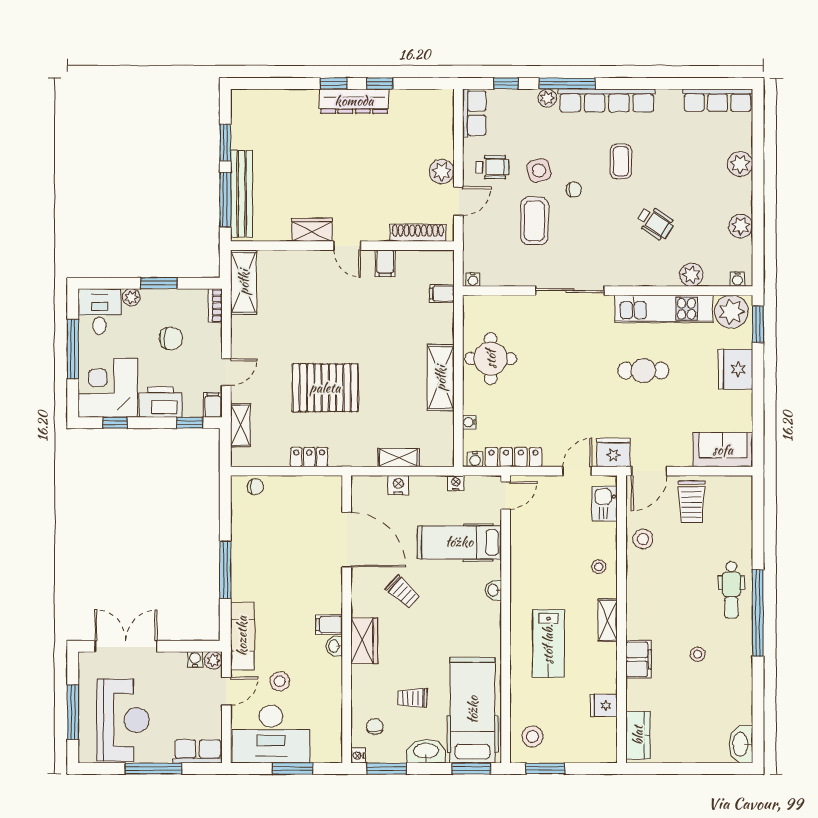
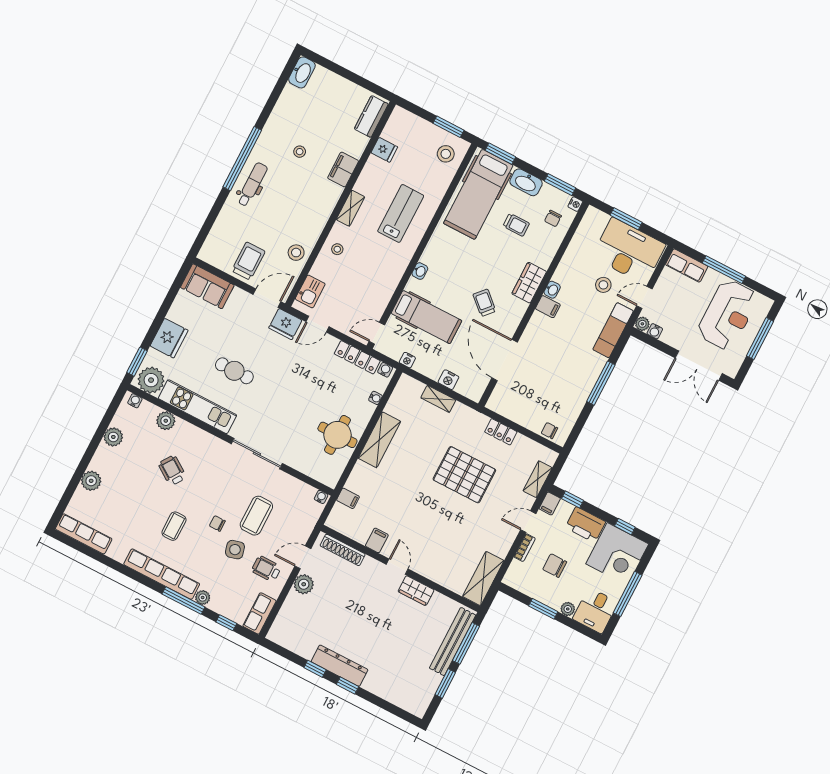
bookcase: (215, 306) -> (525, 548), moved
reception desk: (123, 720) -> (728, 315), turned 180

